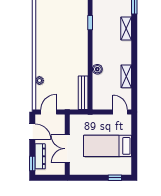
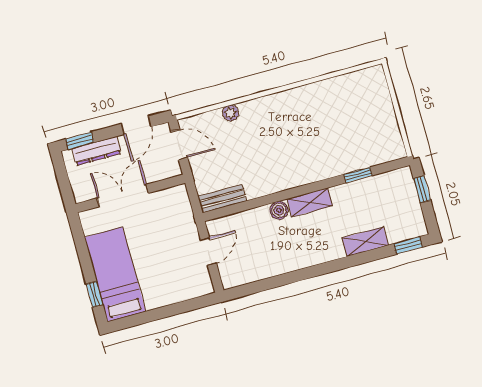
shelving: (126, 76) -> (310, 202), moved
bench: (83, 93) -> (222, 199), width x0.73
door: (120, 112) -> (208, 251), moved
bed: (107, 146) -> (115, 274), moved

